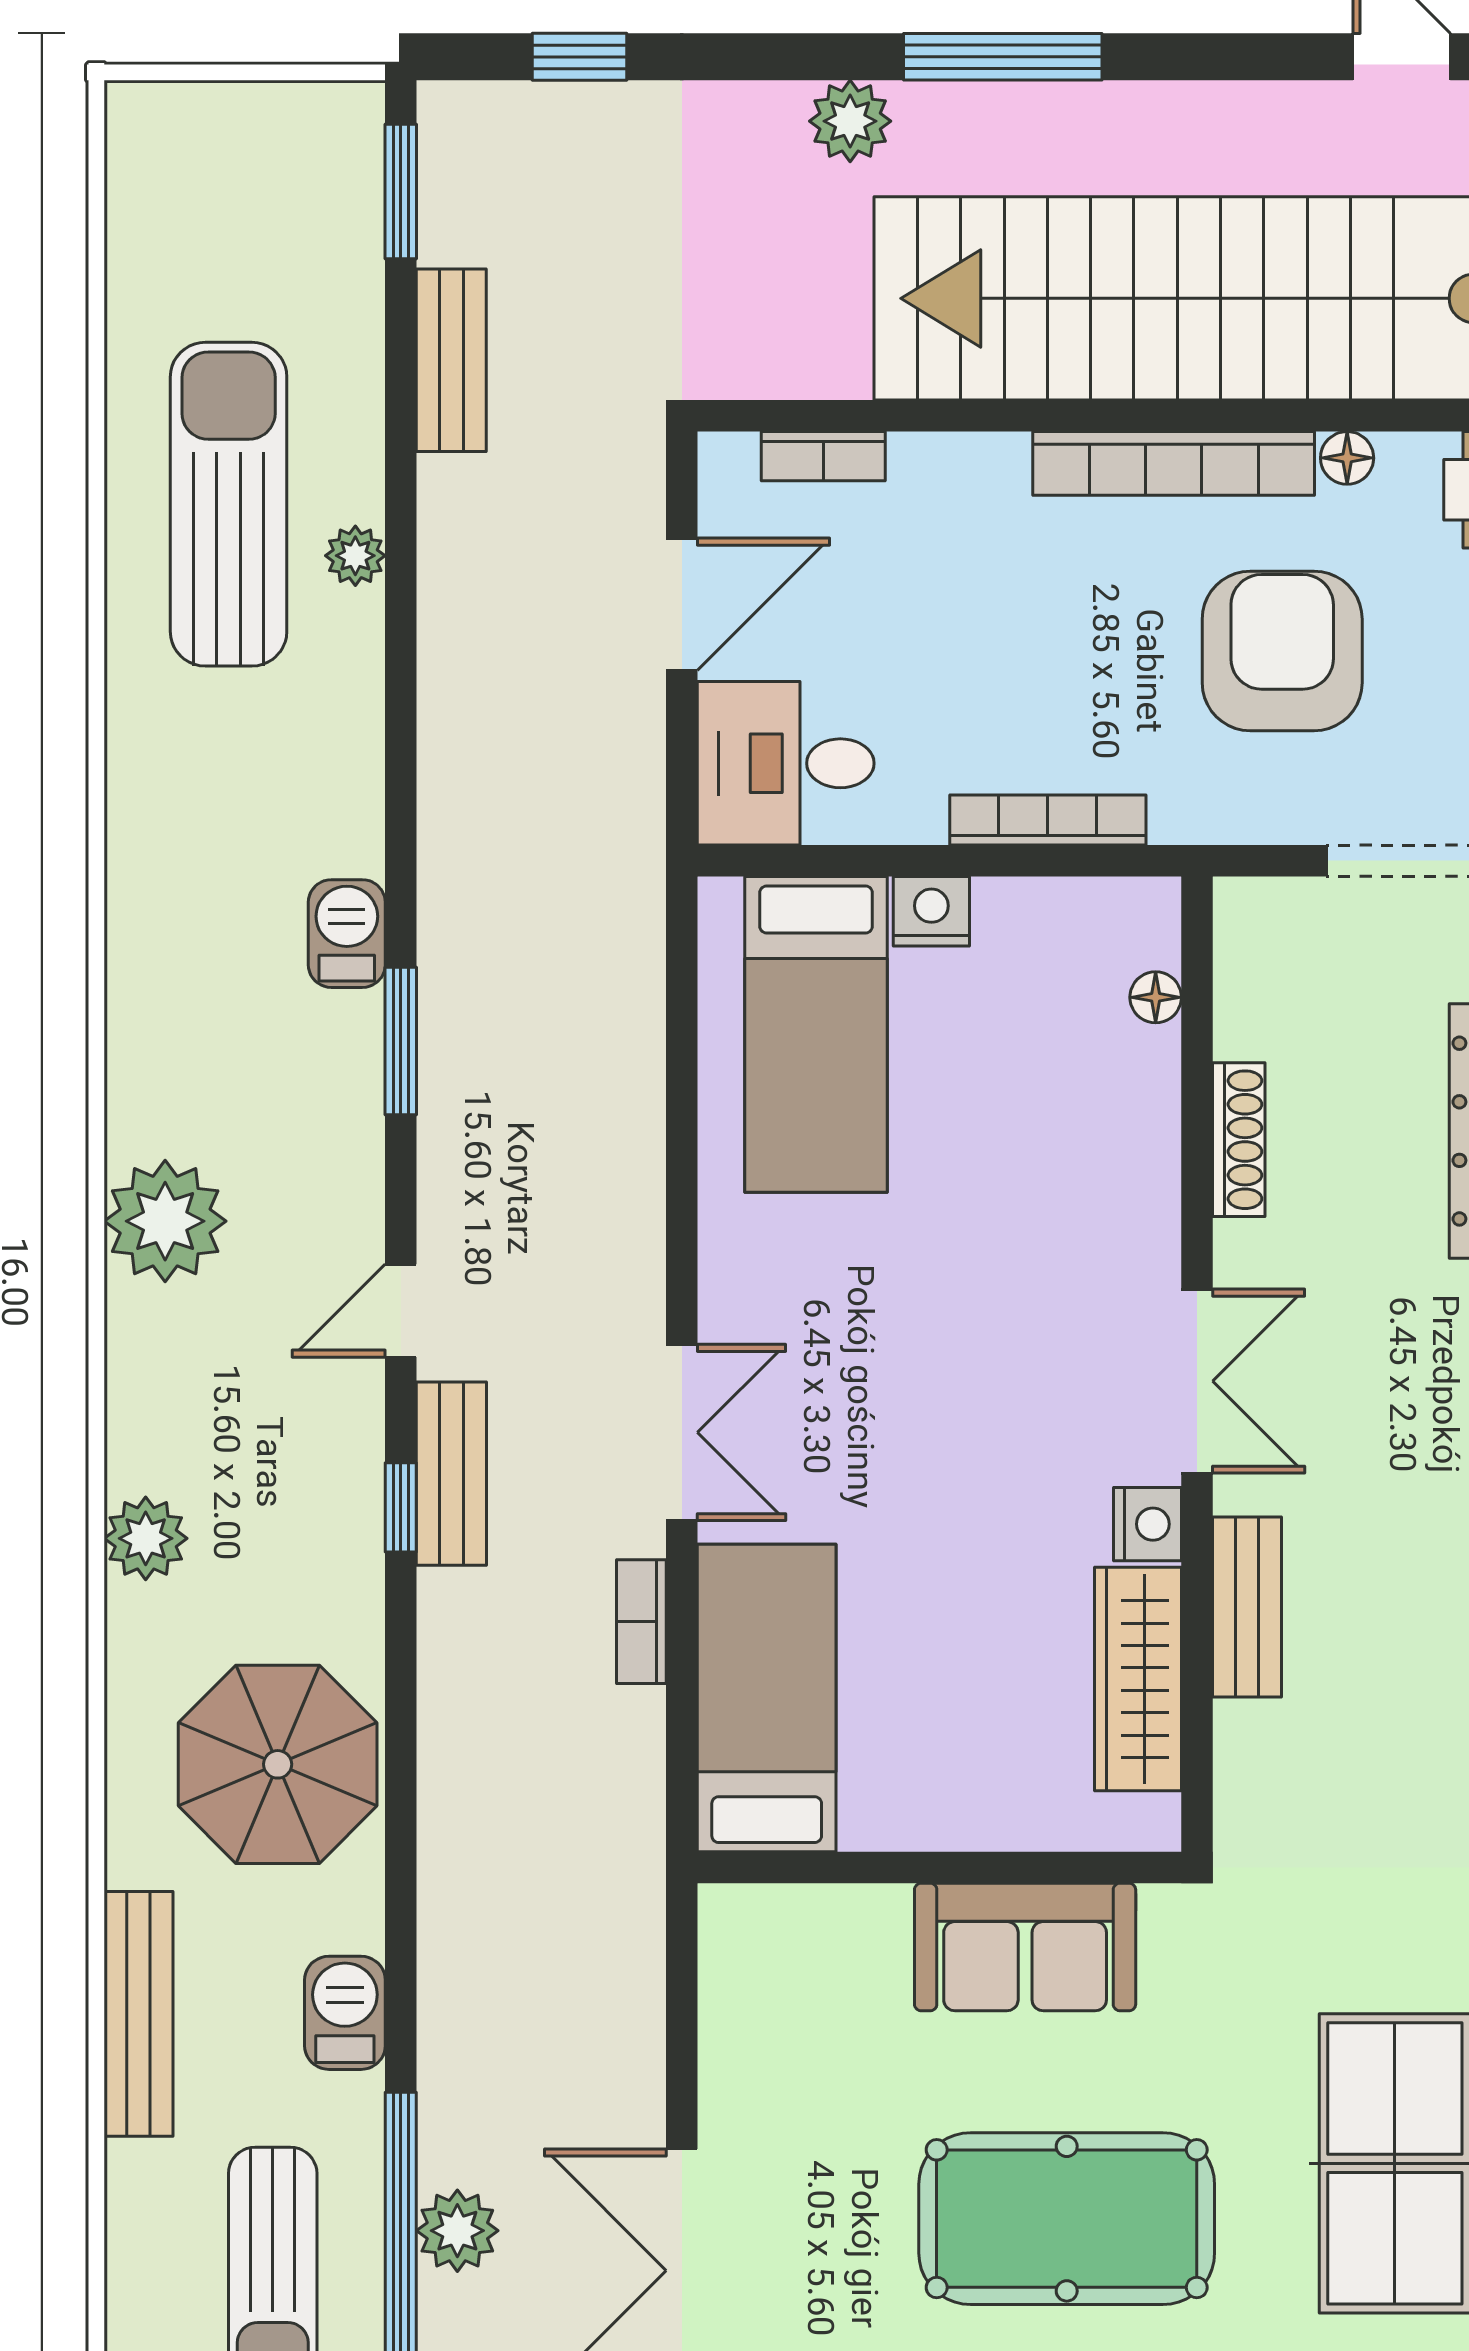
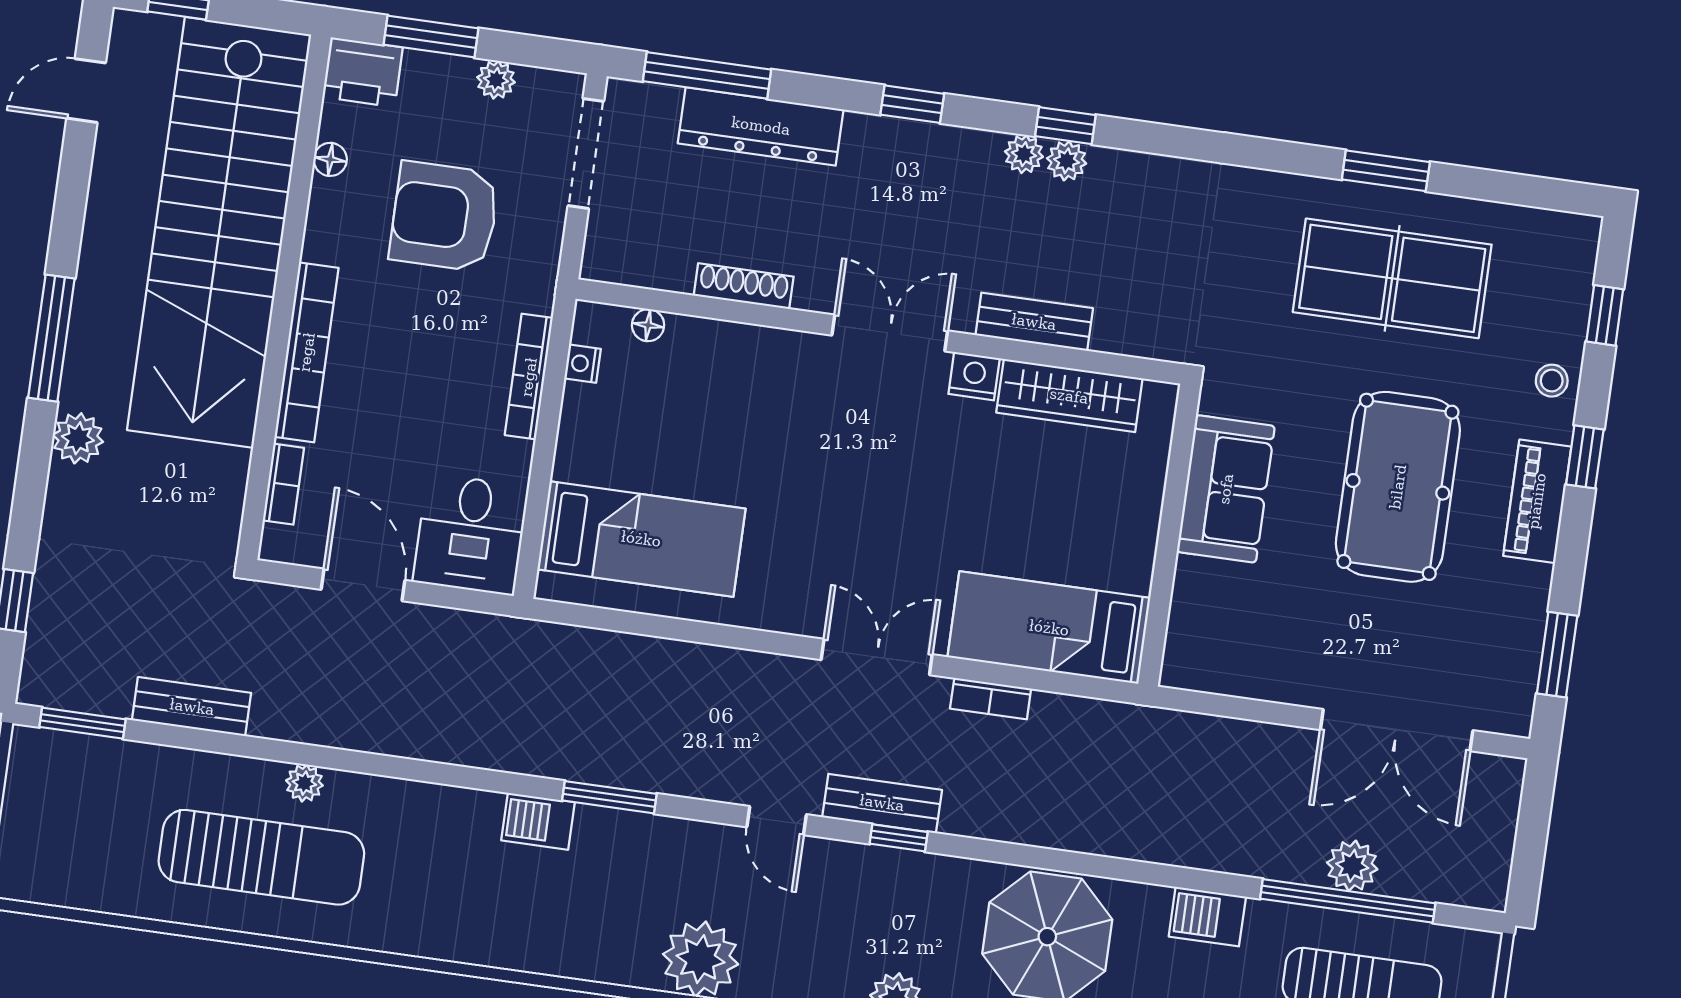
bookcase: (1174, 463) -> (307, 352), moved
sun lounger: (229, 504) -> (261, 857), turned 180
nightstand: (931, 911) -> (583, 364), moved, width x0.72, depth x0.74

